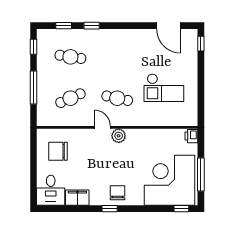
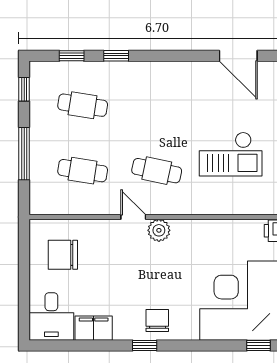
cafe table: (70, 98) -> (83, 171), turned 33

